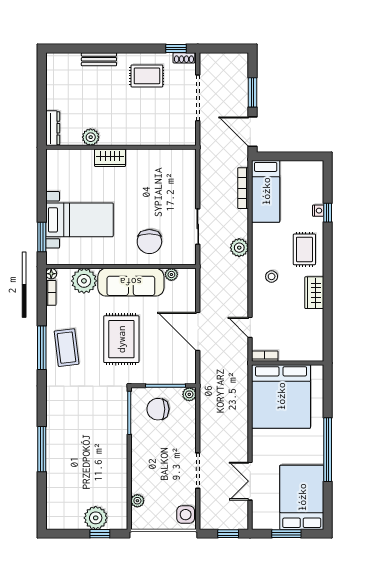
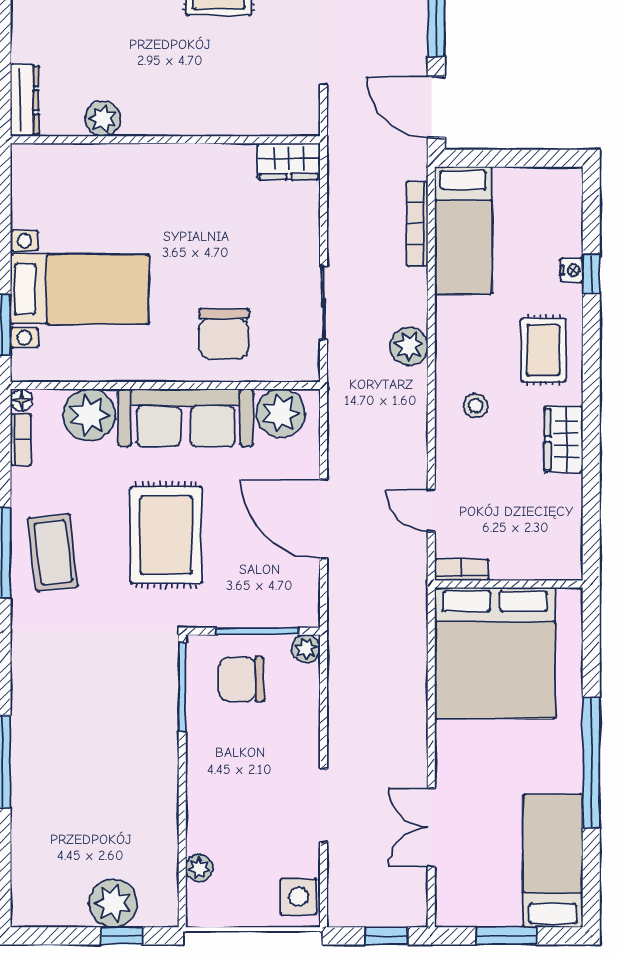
wardrobe: (110, 158) -> (289, 161), moved
plant: (171, 275) -> (281, 413), width x1.88, depth x1.88
bed: (302, 497) -> (553, 861), width x0.67

